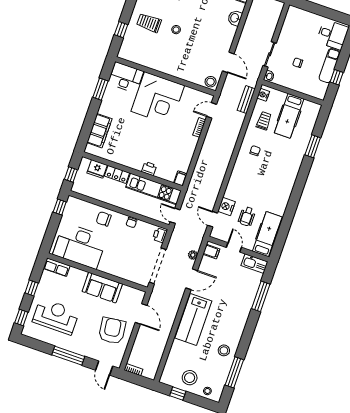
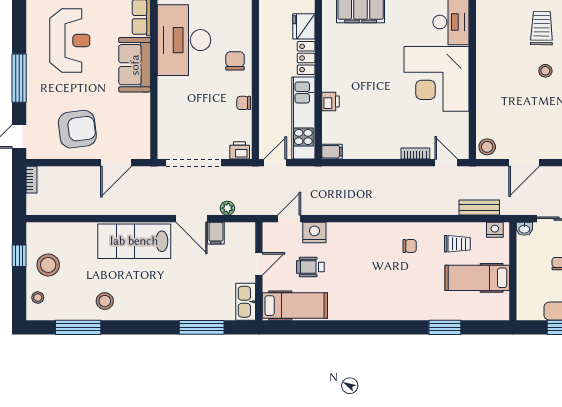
filing cabinet: (211, 252) -> (216, 233), moved
sofa: (102, 288) -> (135, 65), moved

